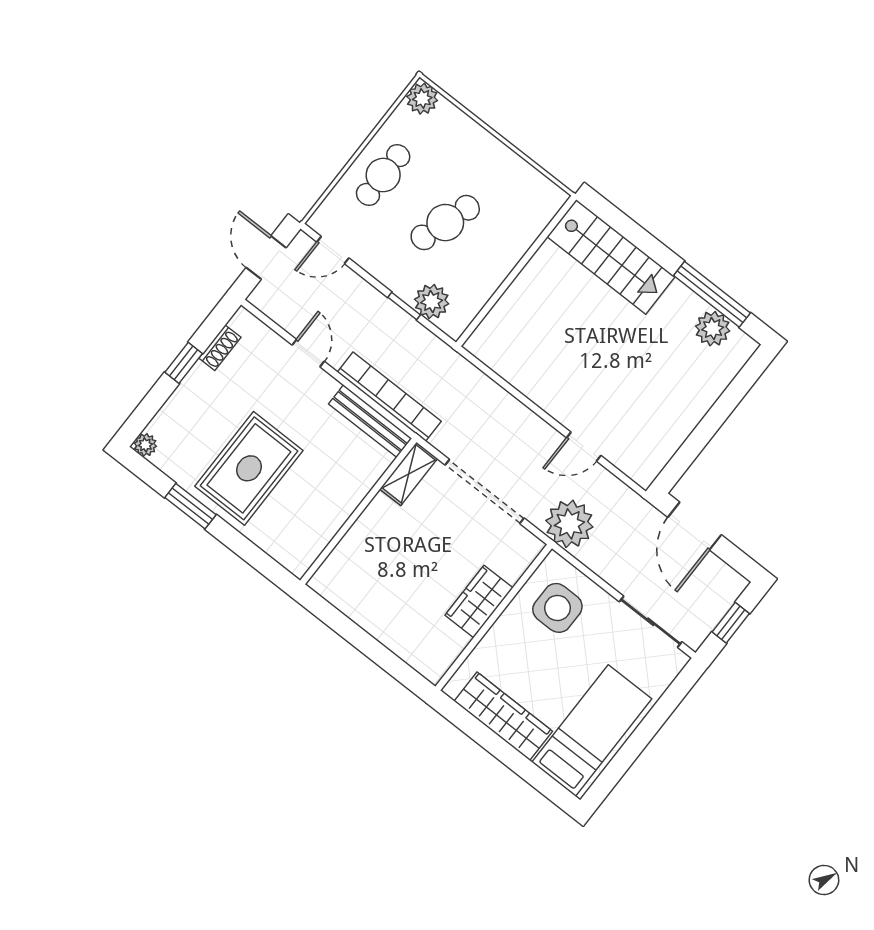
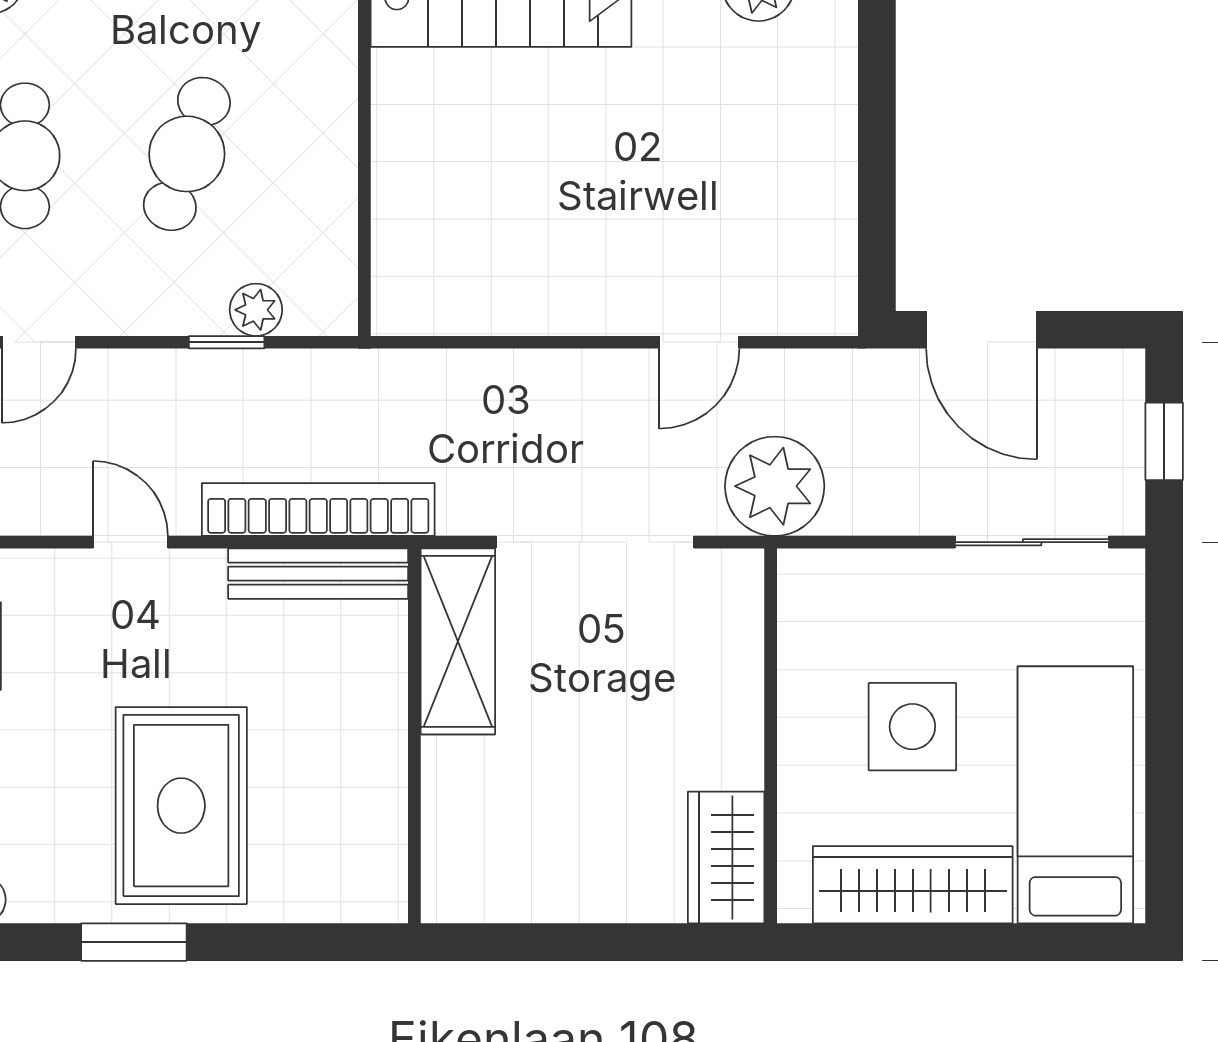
plant: (432, 302) -> (256, 310), width x0.73, depth x0.73
shelving: (409, 474) -> (458, 641), width x1.50, depth x1.33
wardrobe: (479, 601) -> (726, 857), moved
side table: (557, 608) -> (912, 727), moved

